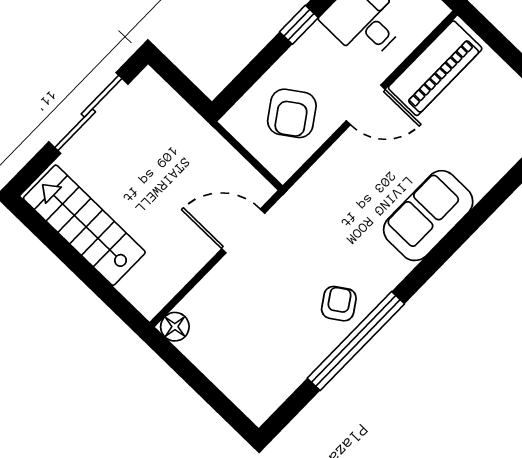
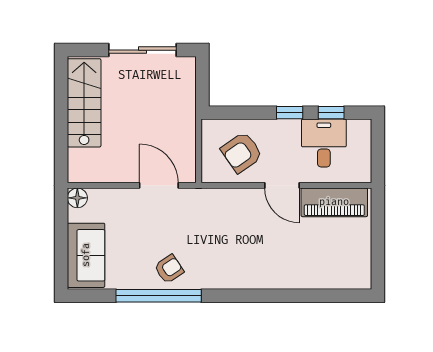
sofa: (428, 216) -> (86, 255), moved, turned 90

